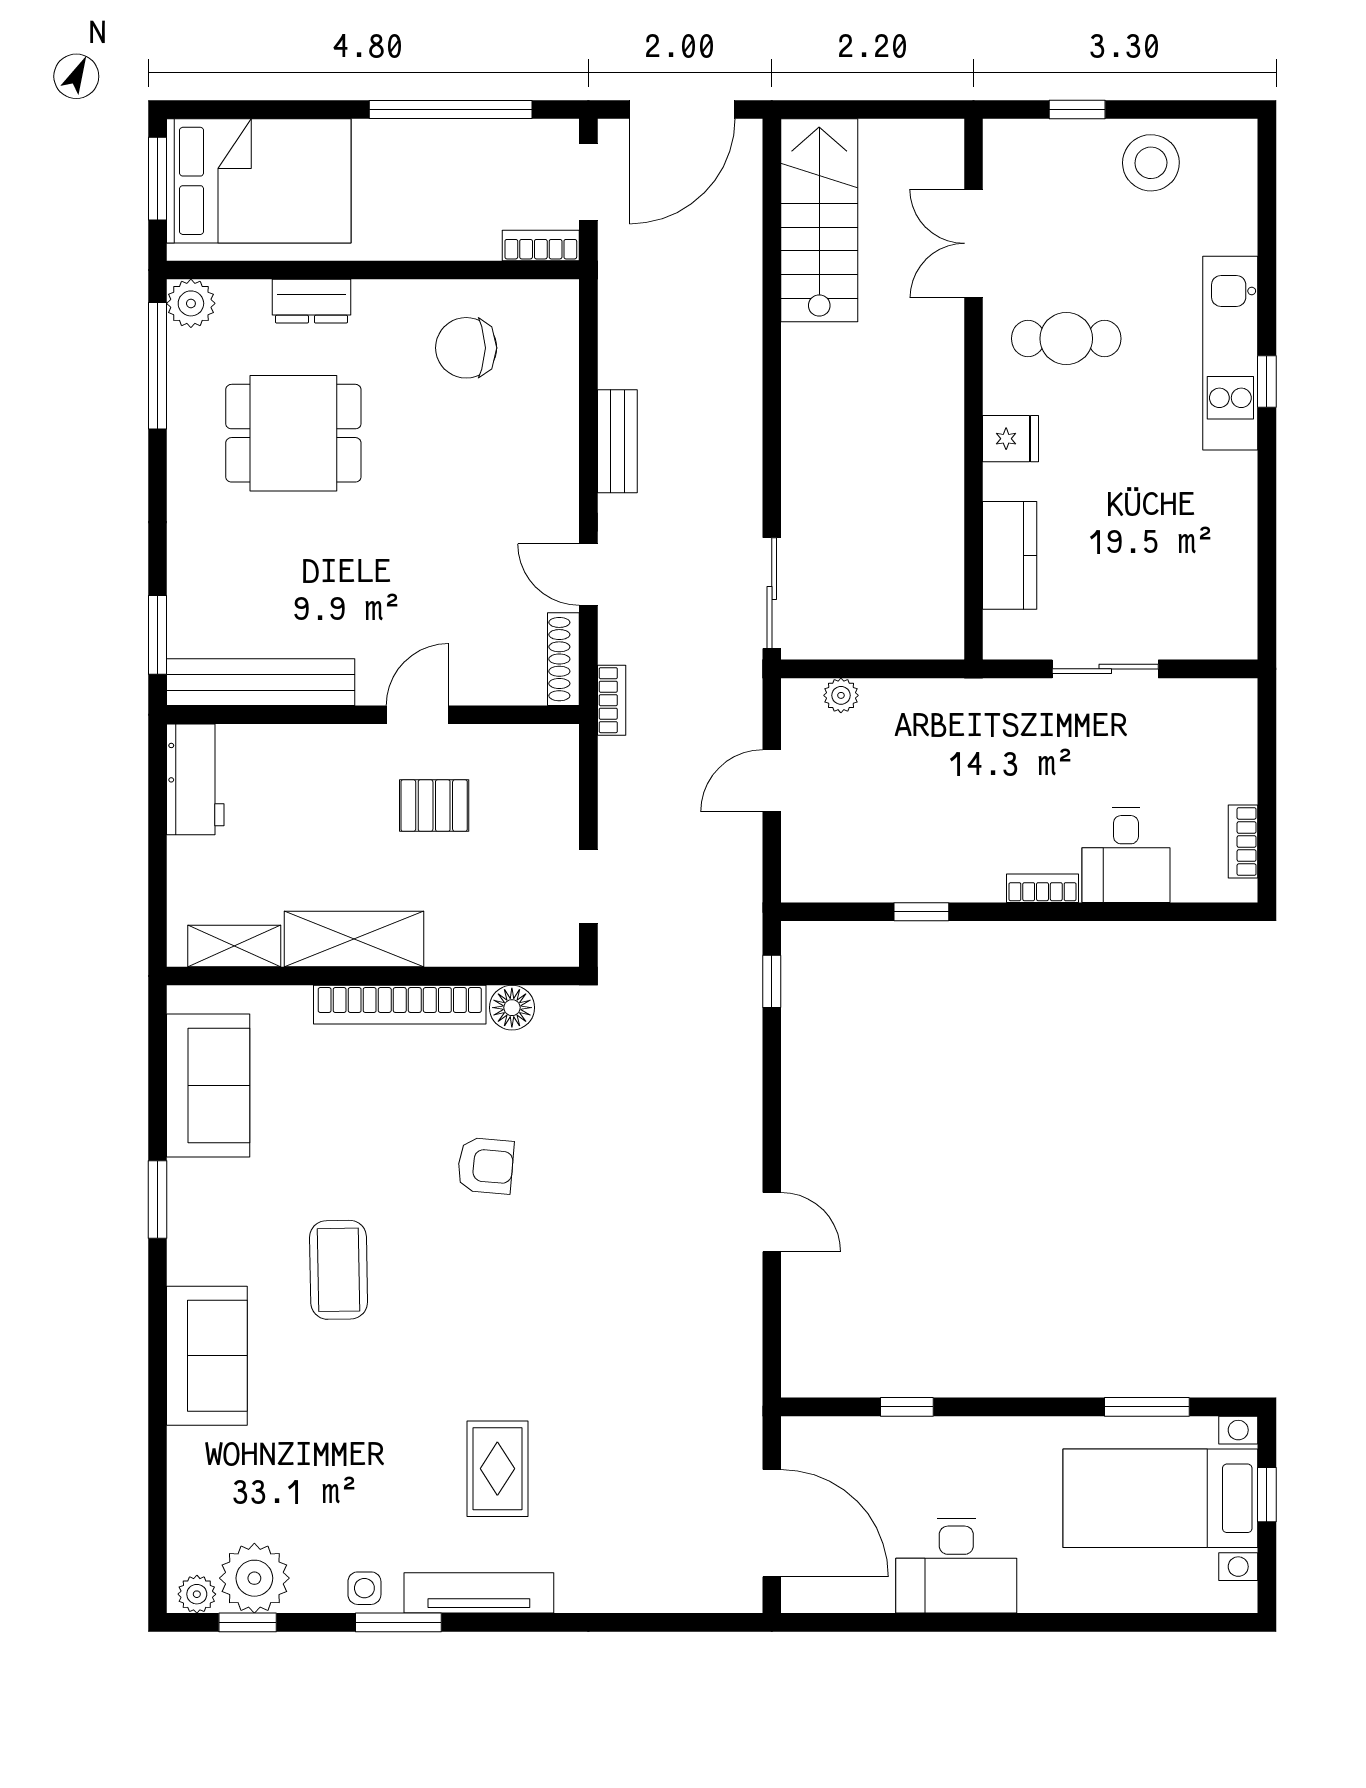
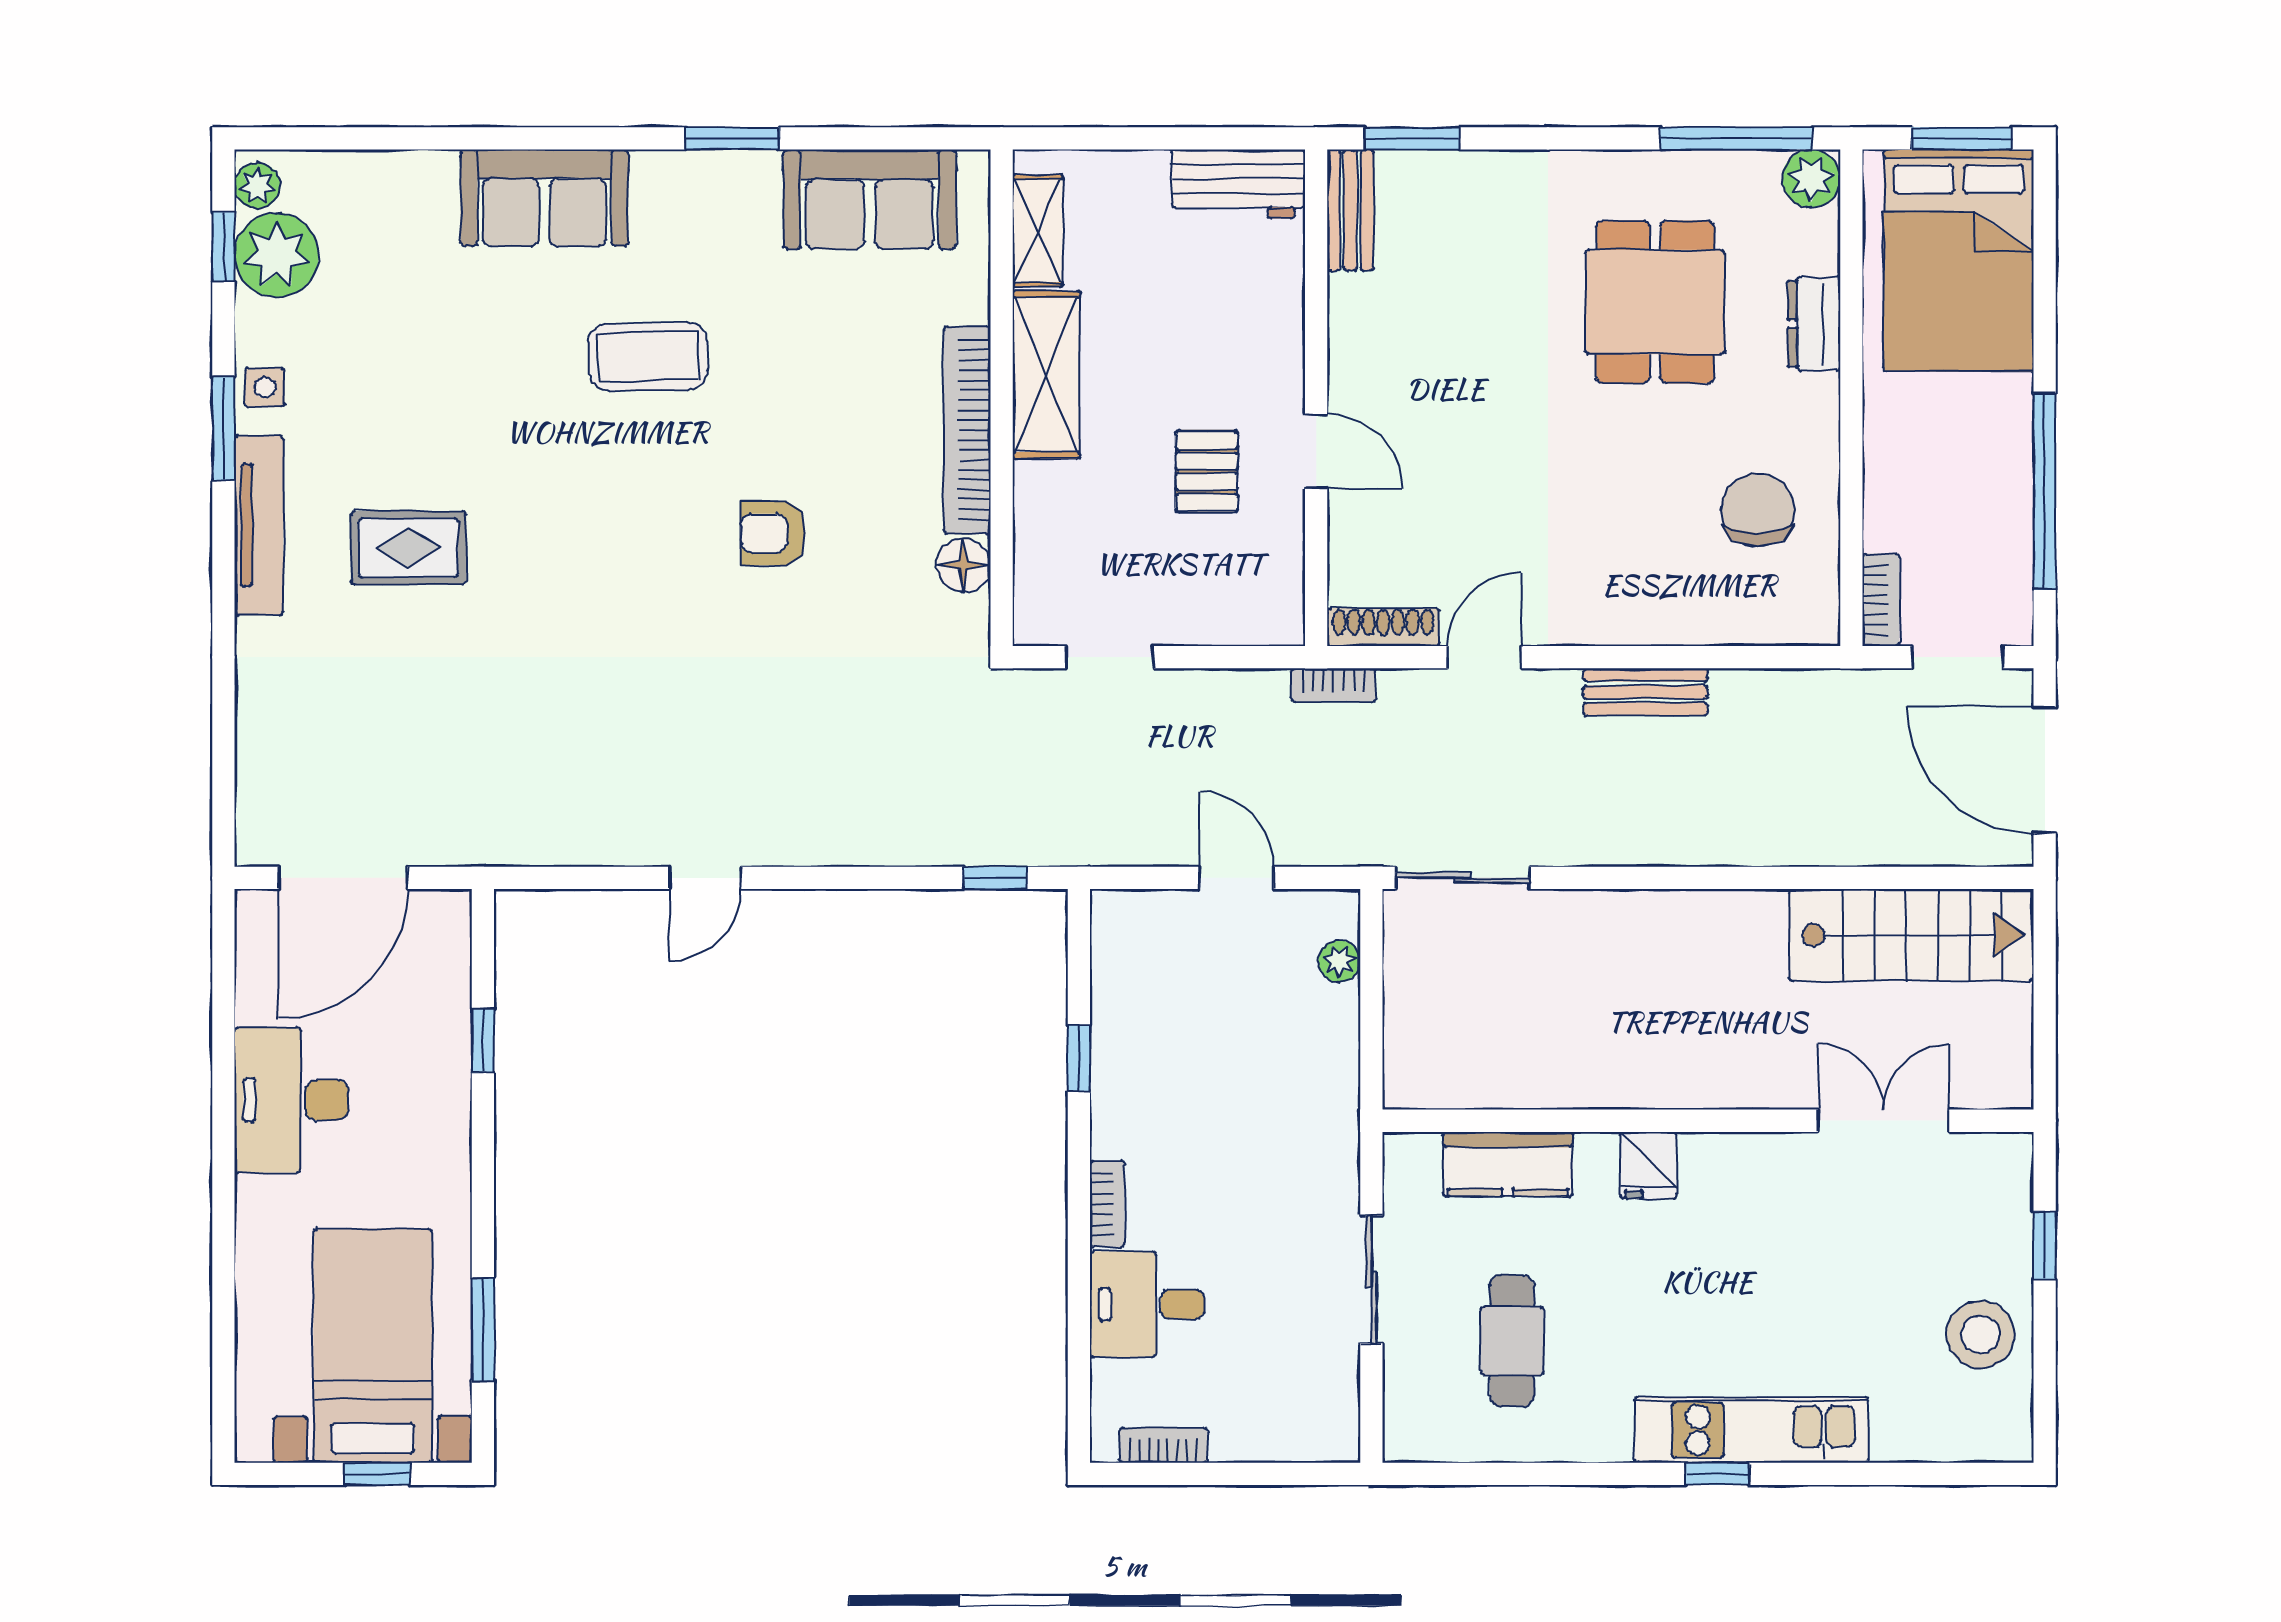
cafe table: (1066, 339) -> (1512, 1341), moved
bench: (261, 682) -> (1350, 210), width x0.54, depth x0.82
armchair: (485, 1166) -> (773, 533), turned 85

